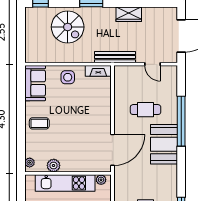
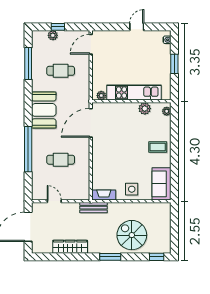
wardrobe: (129, 14) -> (70, 247), width x1.50
bench: (115, 57) -> (93, 208), width x0.73
booth: (164, 144) -> (44, 110), moved

